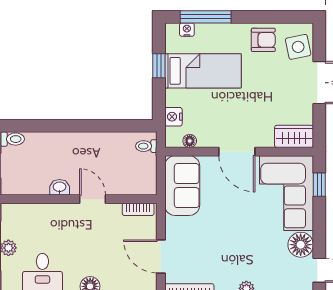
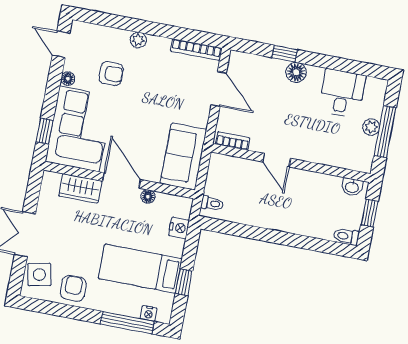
armchair: (263, 40) -> (73, 288), turned 90
wardrobe: (294, 136) -> (80, 188), moved
floor lamp: (190, 141) -> (148, 197), moved
washbasin: (60, 187) -> (352, 187), moved
floor lamp: (301, 245) -> (68, 79), width x0.53, depth x0.53
armchair: (266, 252) -> (111, 74), added

